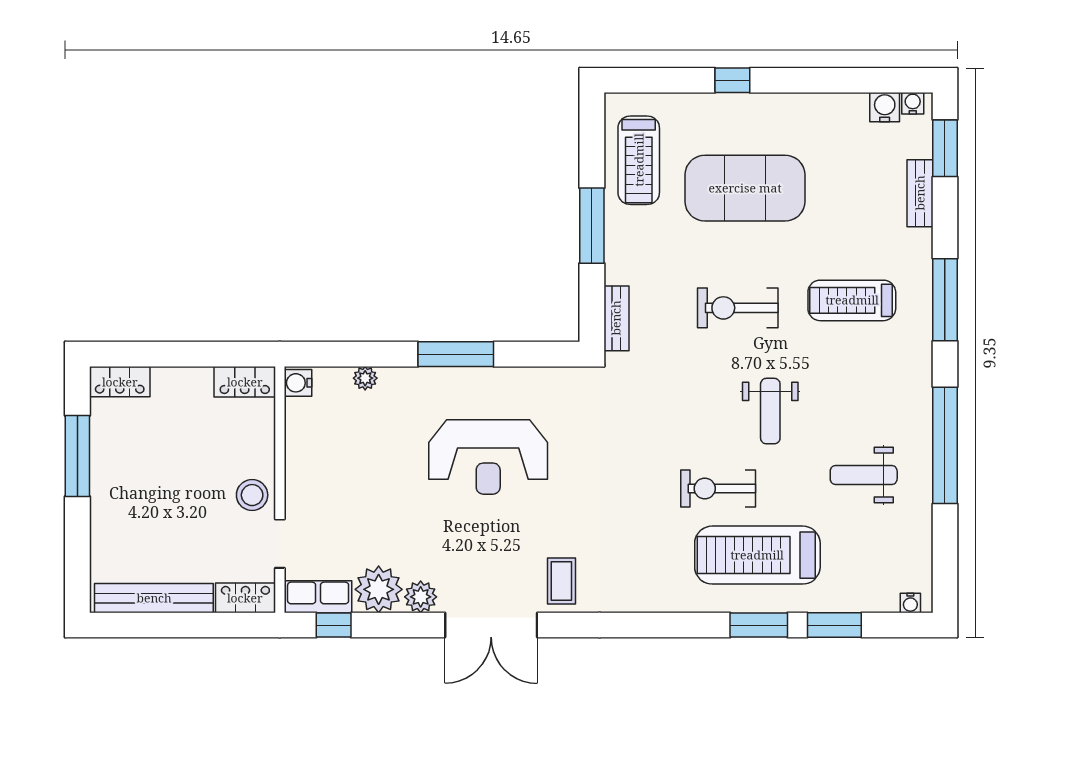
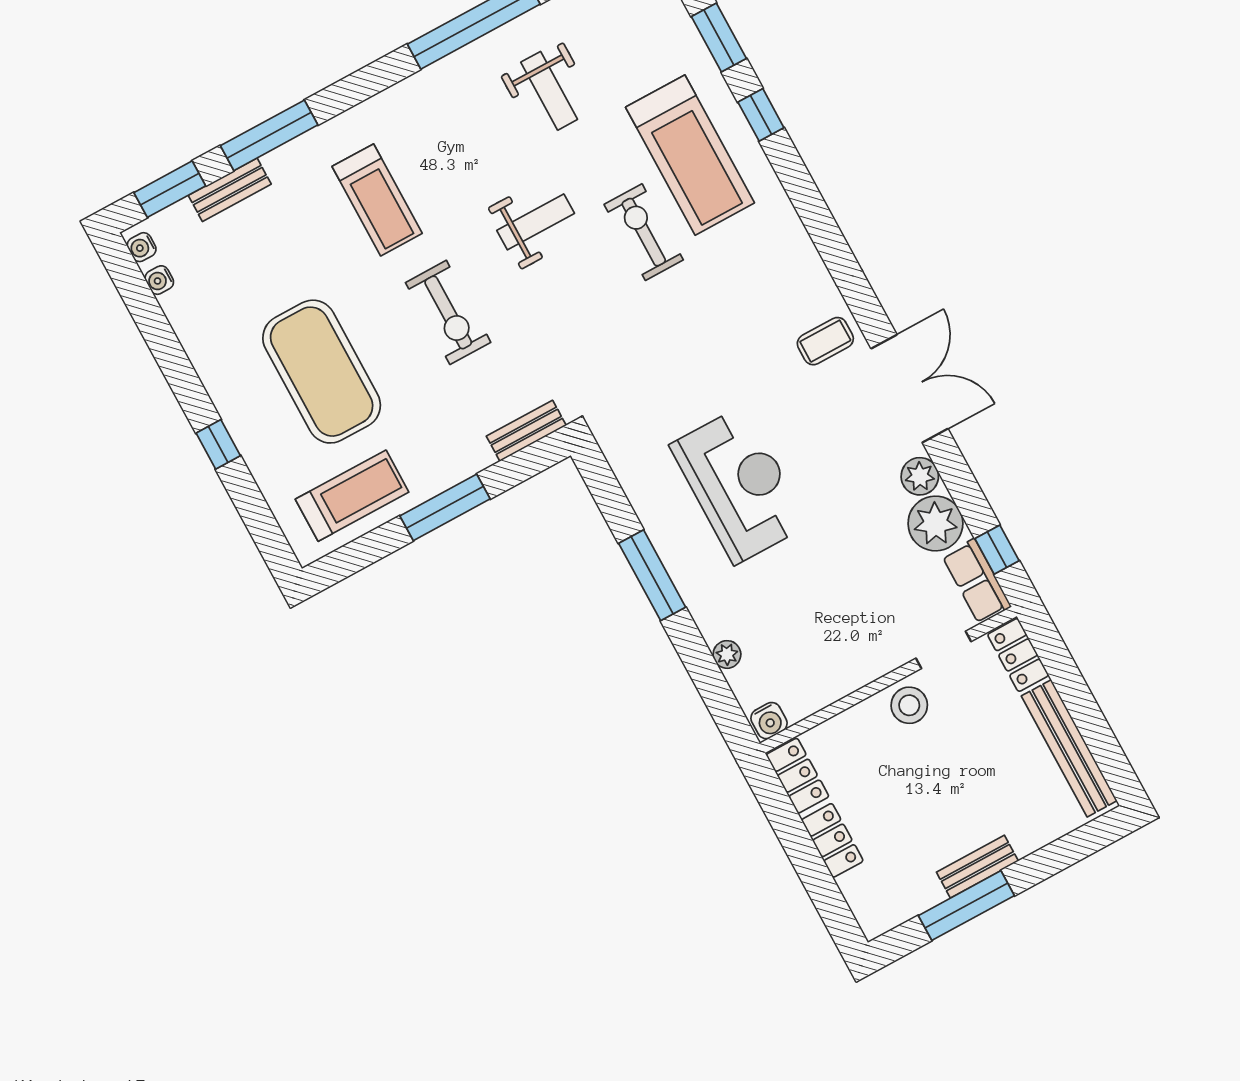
water cooler: (885, 107) -> (159, 280), width x0.72, depth x0.72
window: (945, 300) -> (269, 135), moved
locker: (120, 382) -> (832, 840), moved
bench: (102, 480) -> (977, 867), added
exercise bike: (718, 489) -> (644, 232), turned 180
window: (759, 625) -> (761, 115), width x0.67

